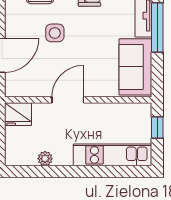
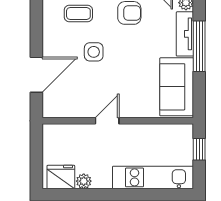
door: (68, 100) -> (107, 121), width x0.73
fridge: (18, 114) -> (61, 177), moved, turned 180

